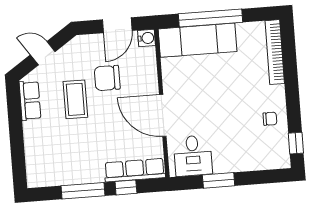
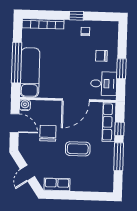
chair: (107, 78) -> (48, 133), turned 180
coffee table: (75, 99) -> (78, 149), moved
window: (296, 143) -> (76, 16), moved
chair: (235, 147) -> (101, 56), added

